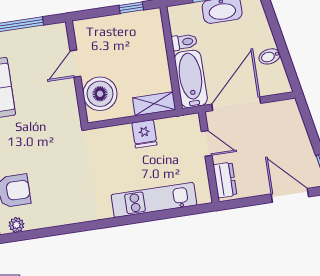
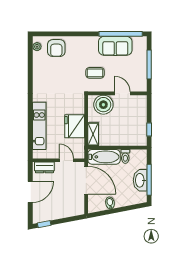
coffee table: (47, 117) -> (95, 73), added
fridge: (144, 134) -> (75, 126), width x1.88, depth x1.34
door: (207, 143) -> (67, 160), swing flipped
door: (290, 195) -> (30, 192), moved

